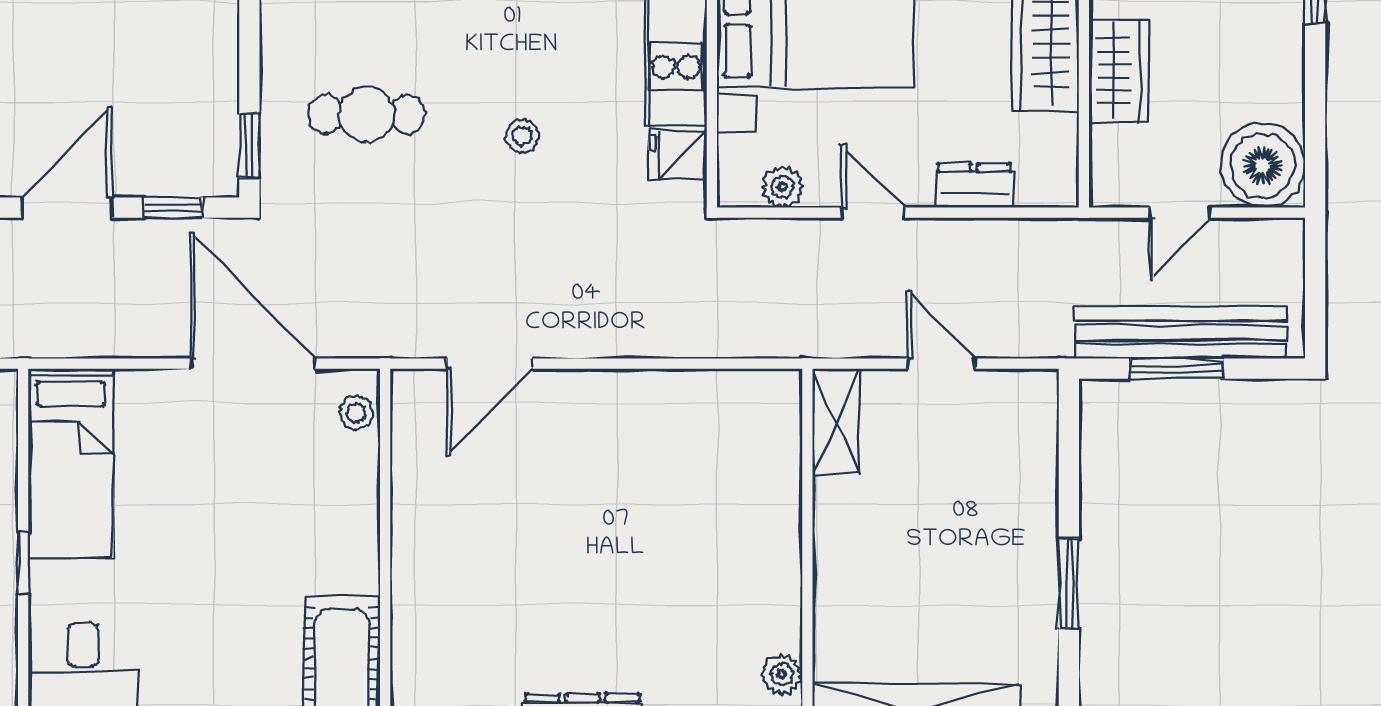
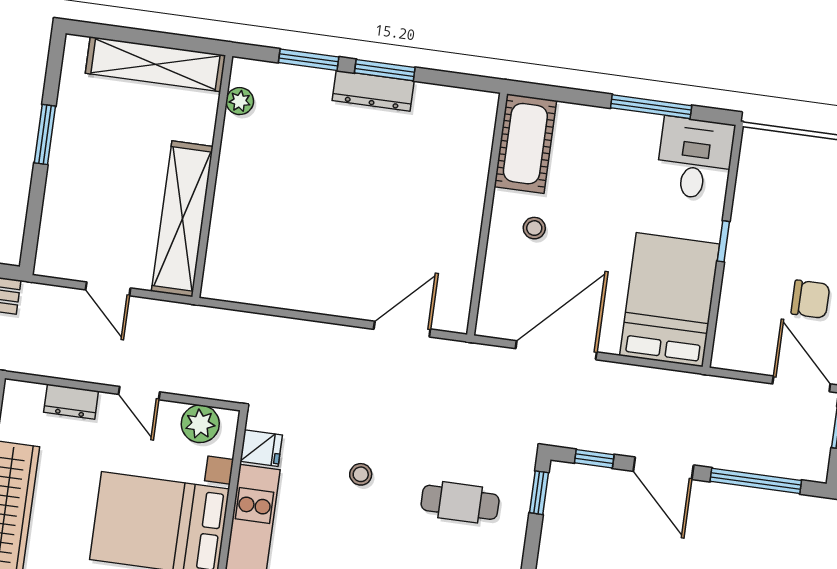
plant: (782, 187) -> (200, 424), width x1.38, depth x1.38
door: (67, 208) -> (663, 468), hinge flipped
door: (253, 364) -> (556, 350), swing flipped
stool: (356, 413) -> (534, 228), moved
shelving: (836, 421) -> (182, 219), width x2.20, depth x1.33
bed: (71, 463) -> (670, 300), width x1.50

